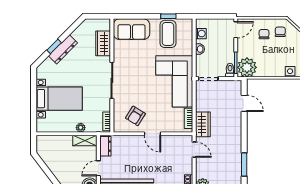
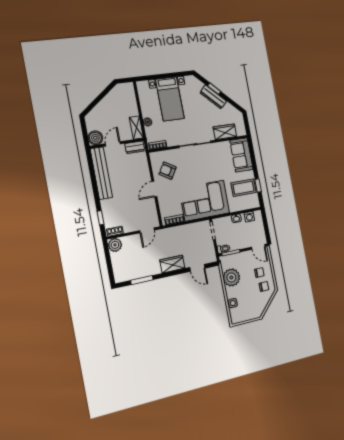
plant: (247, 67) -> (231, 277), moved
door: (244, 103) -> (197, 268), hinge flipped
wardrobe: (203, 124) -> (172, 264), moved, turned 180
door: (98, 168) -> (113, 144), hinge flipped

